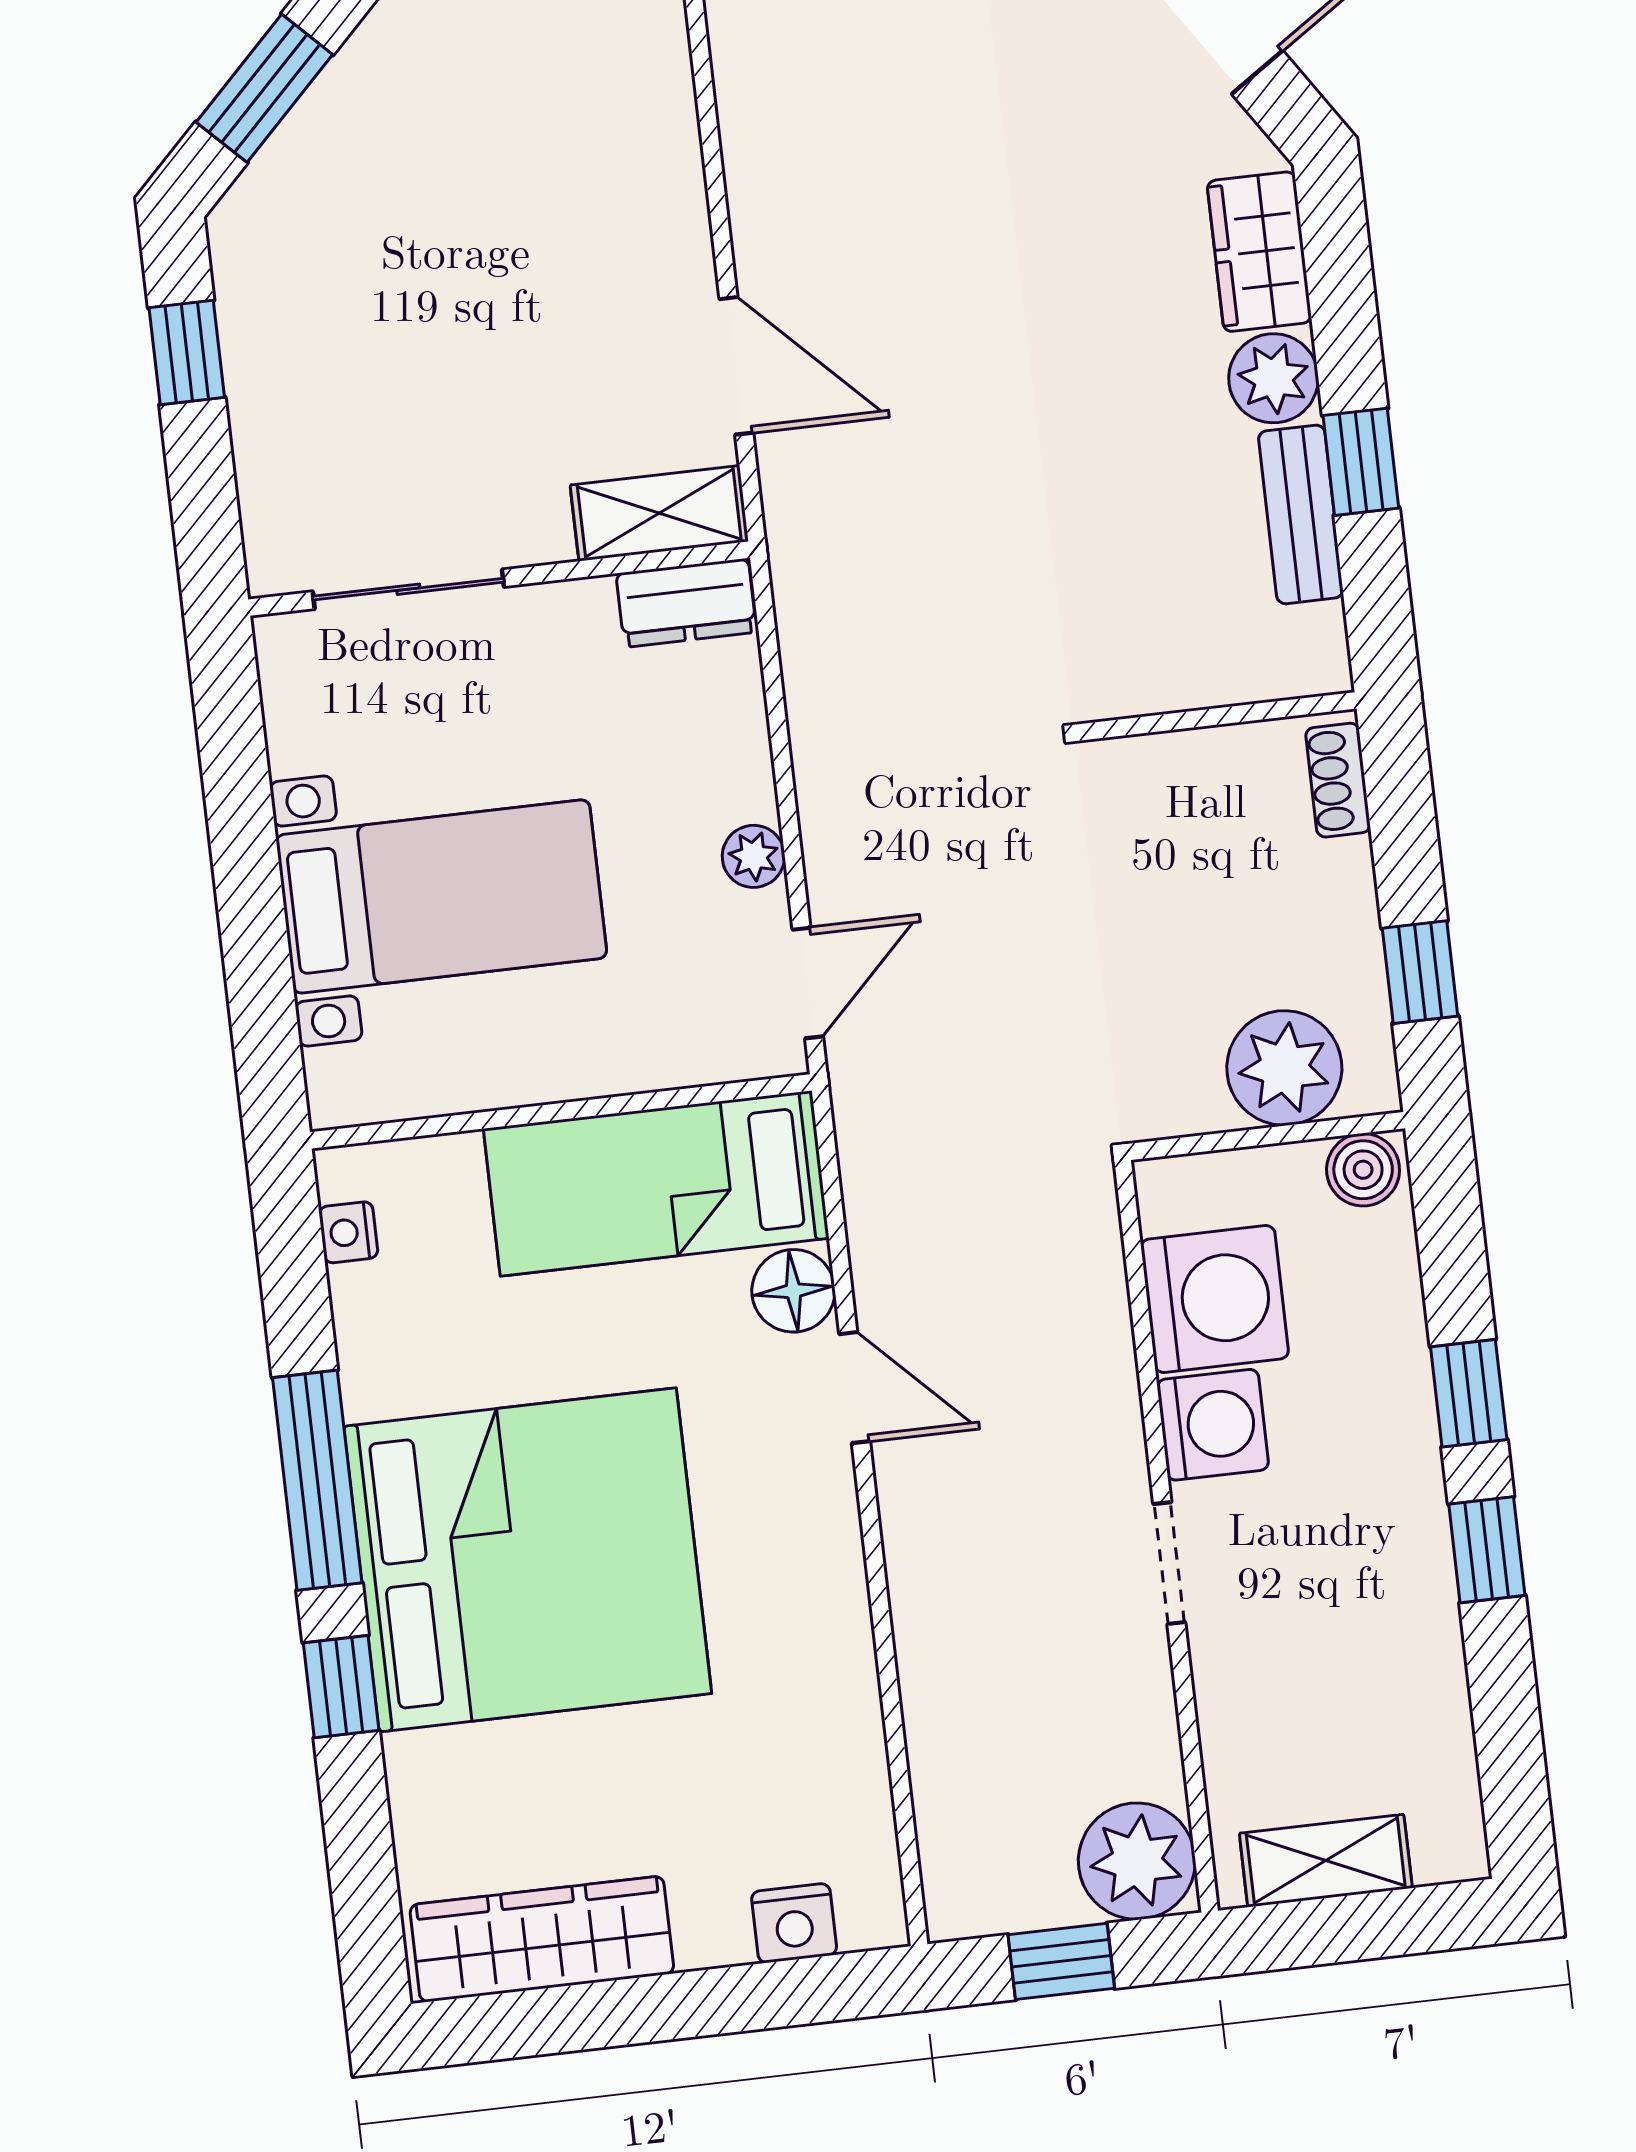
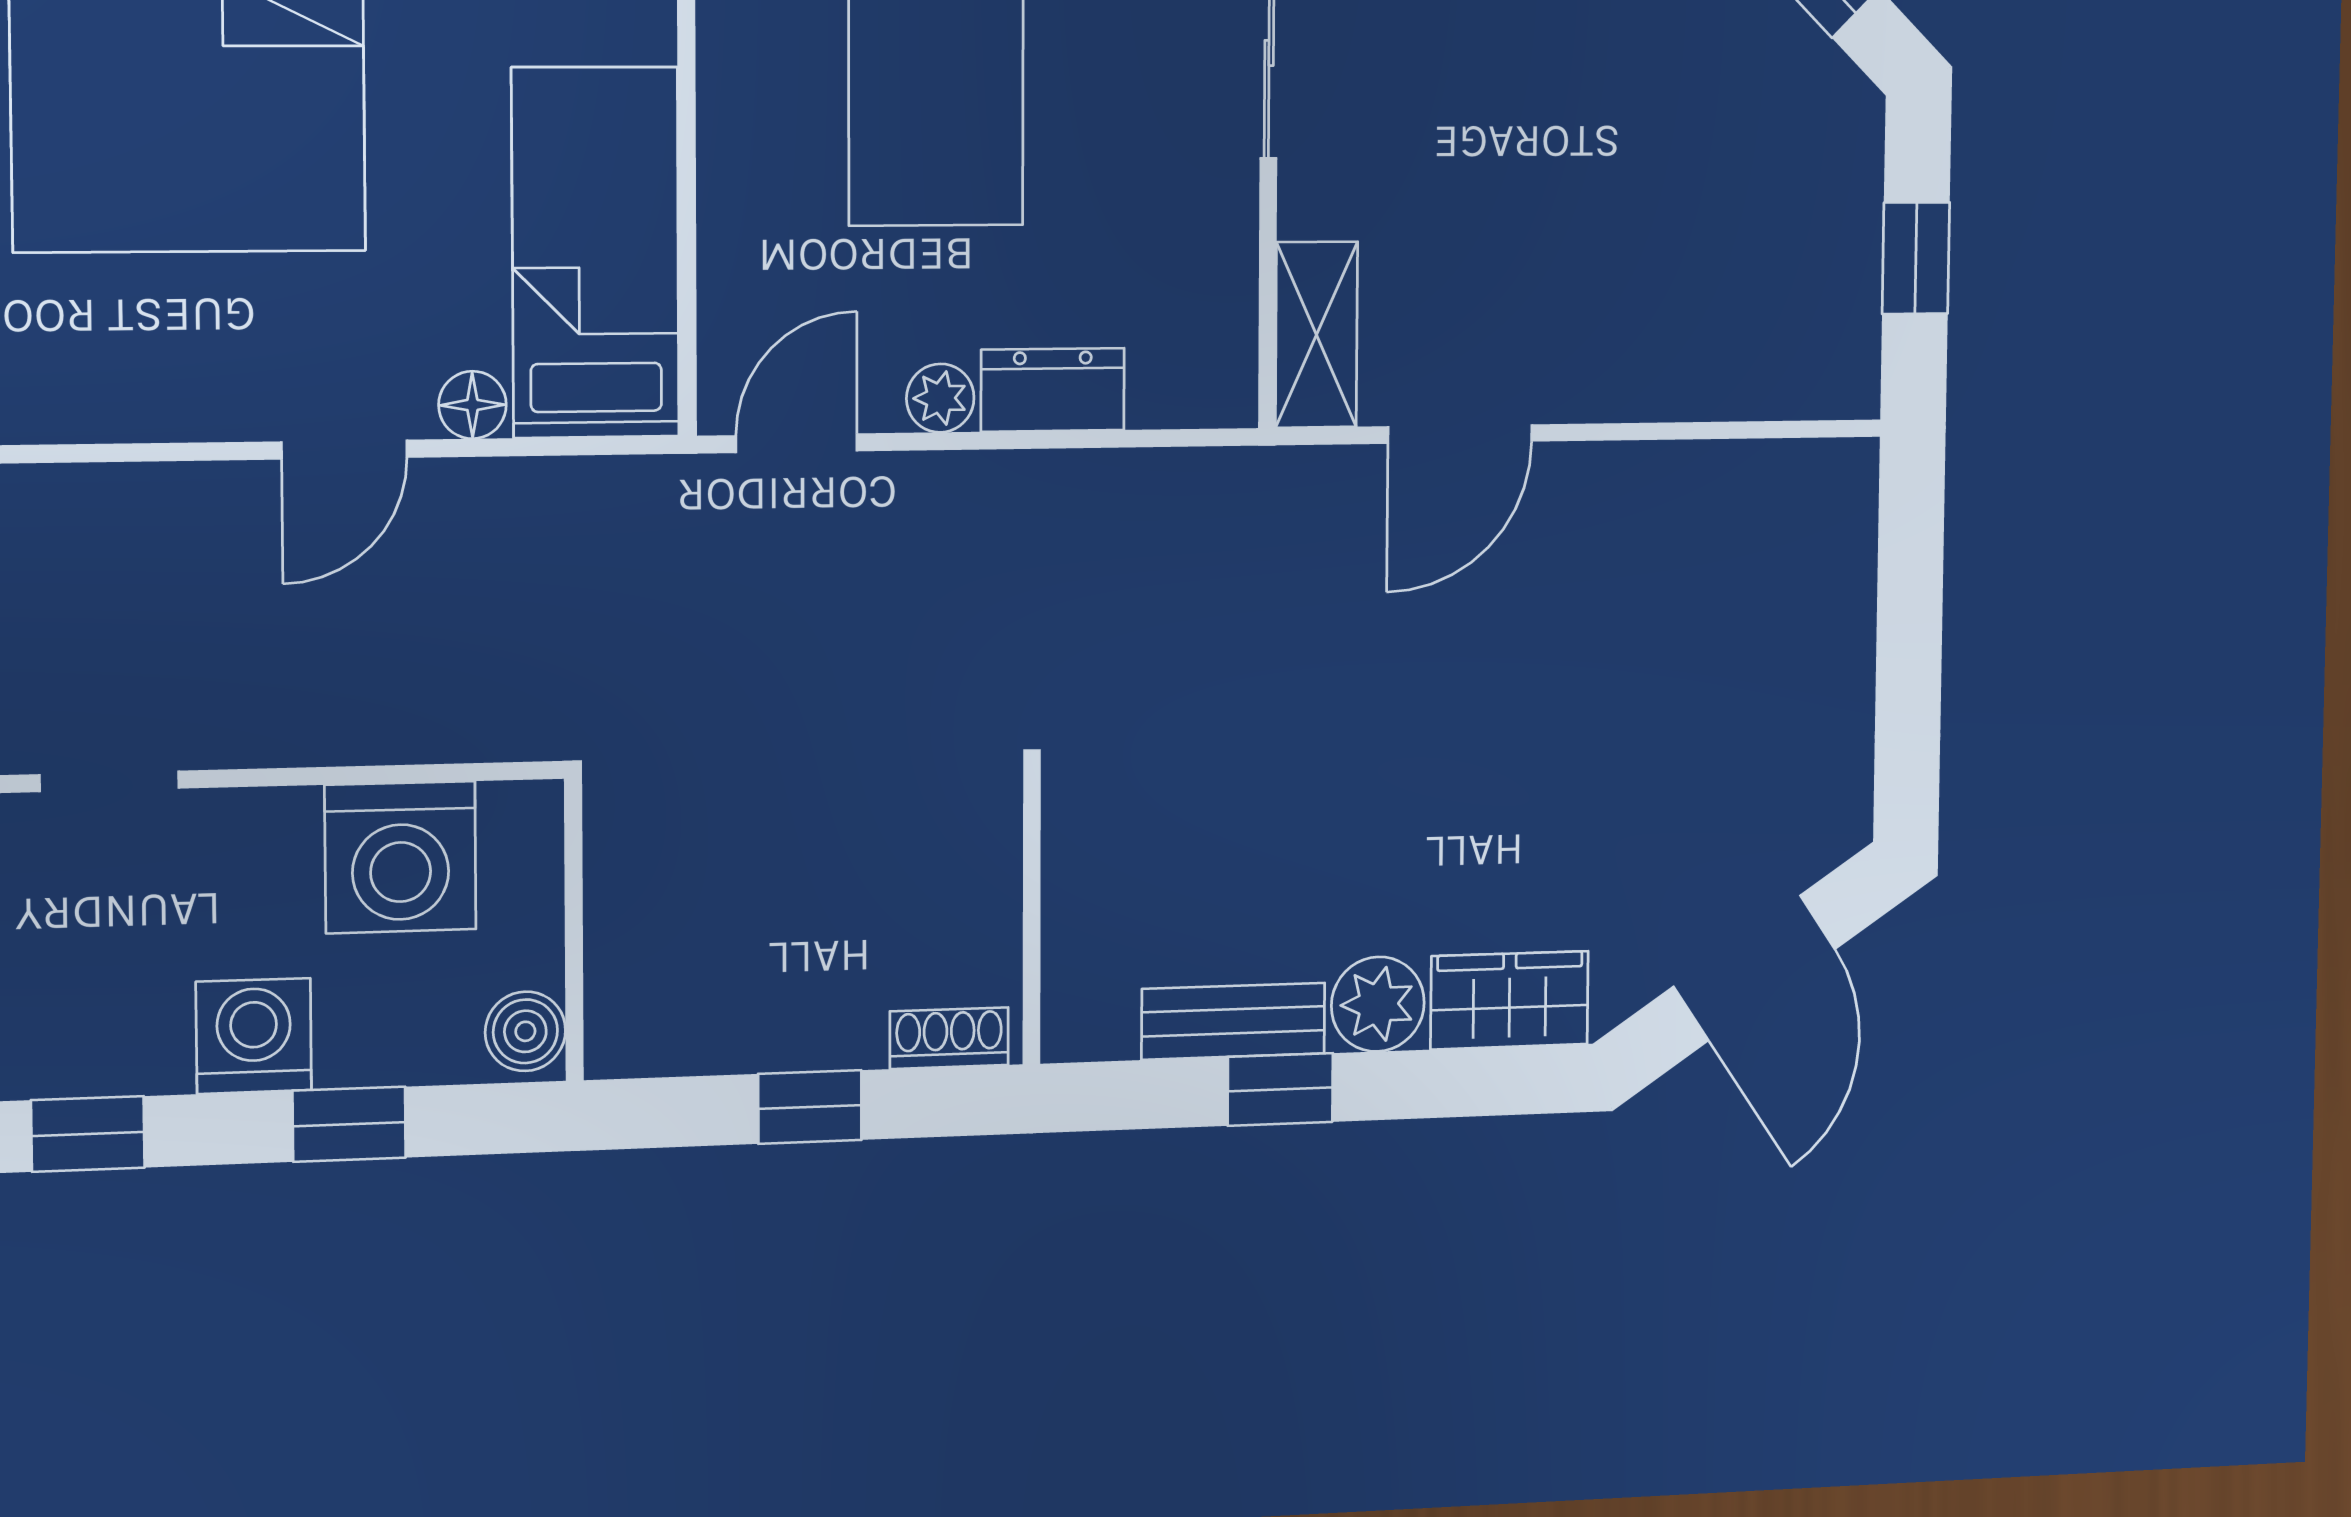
dresser: (686, 603) -> (1053, 390), moved, turned 90
window: (1420, 972) -> (810, 1107), moved
door: (808, 983) -> (797, 443), swing flipped
plant: (1284, 1068) -> (646, 955), removed
floor lamp: (793, 1291) -> (472, 405), width x0.73, depth x0.73
window: (1469, 1393) -> (349, 1124), moved
washing machine: (1213, 1425) -> (254, 1036), moved, turned 180

